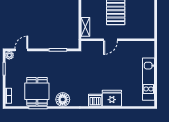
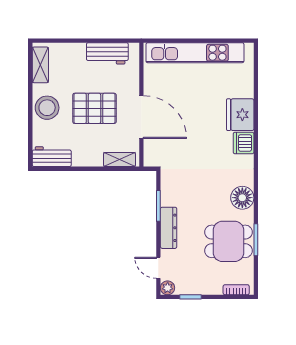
workbench: (148, 20) -> (107, 53), added
door: (110, 40) -> (141, 117), width x1.88
dresser: (45, 56) -> (169, 228), added
kitchen unit: (148, 79) -> (195, 53), width x1.36

